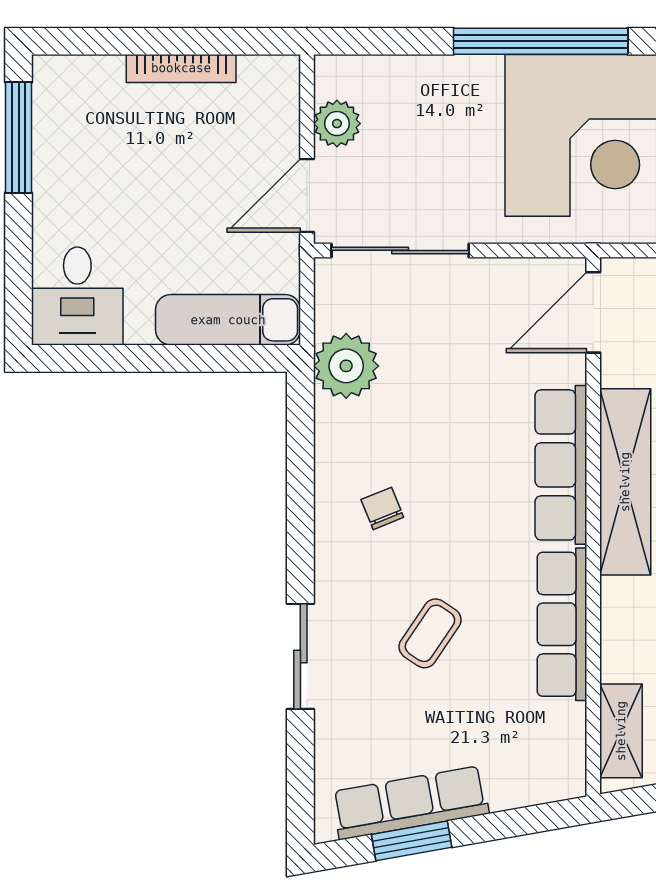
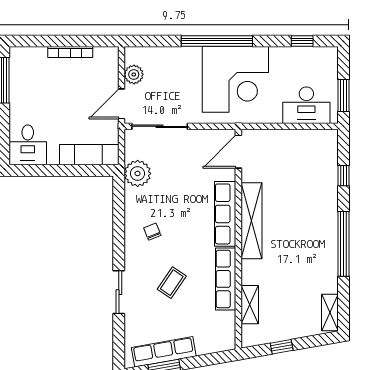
shelving: (621, 731) -> (250, 305), moved

